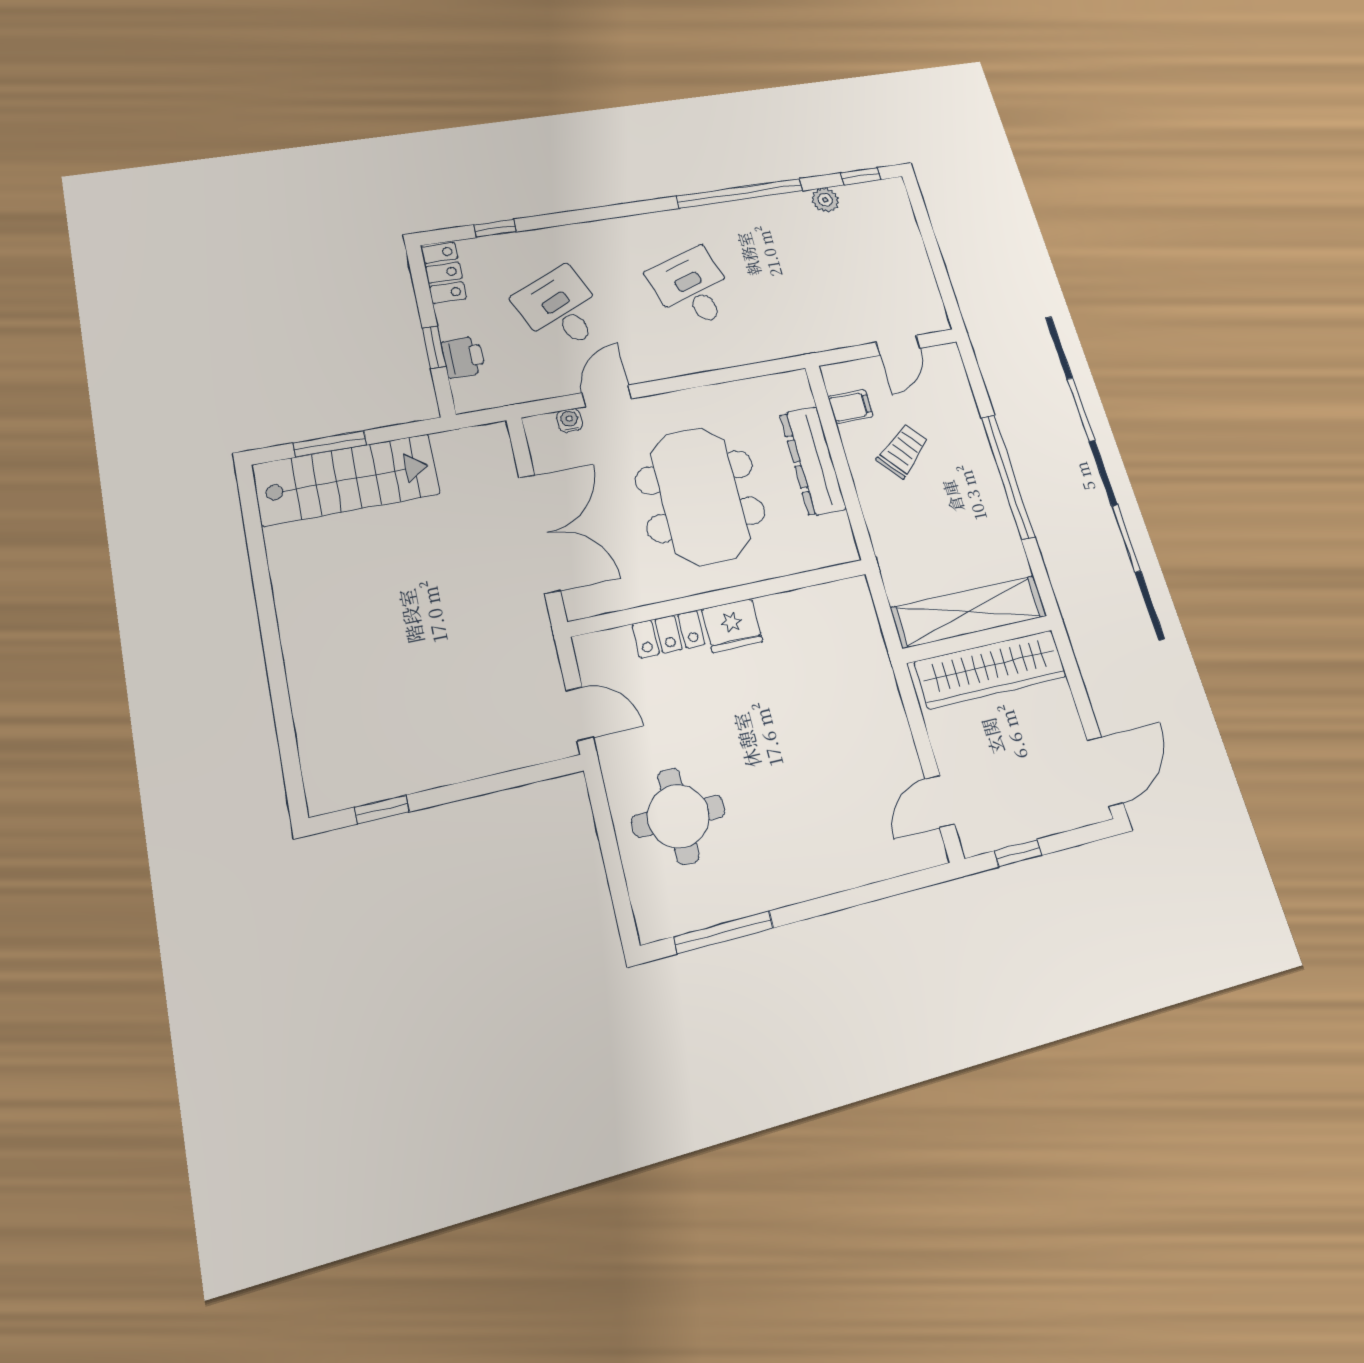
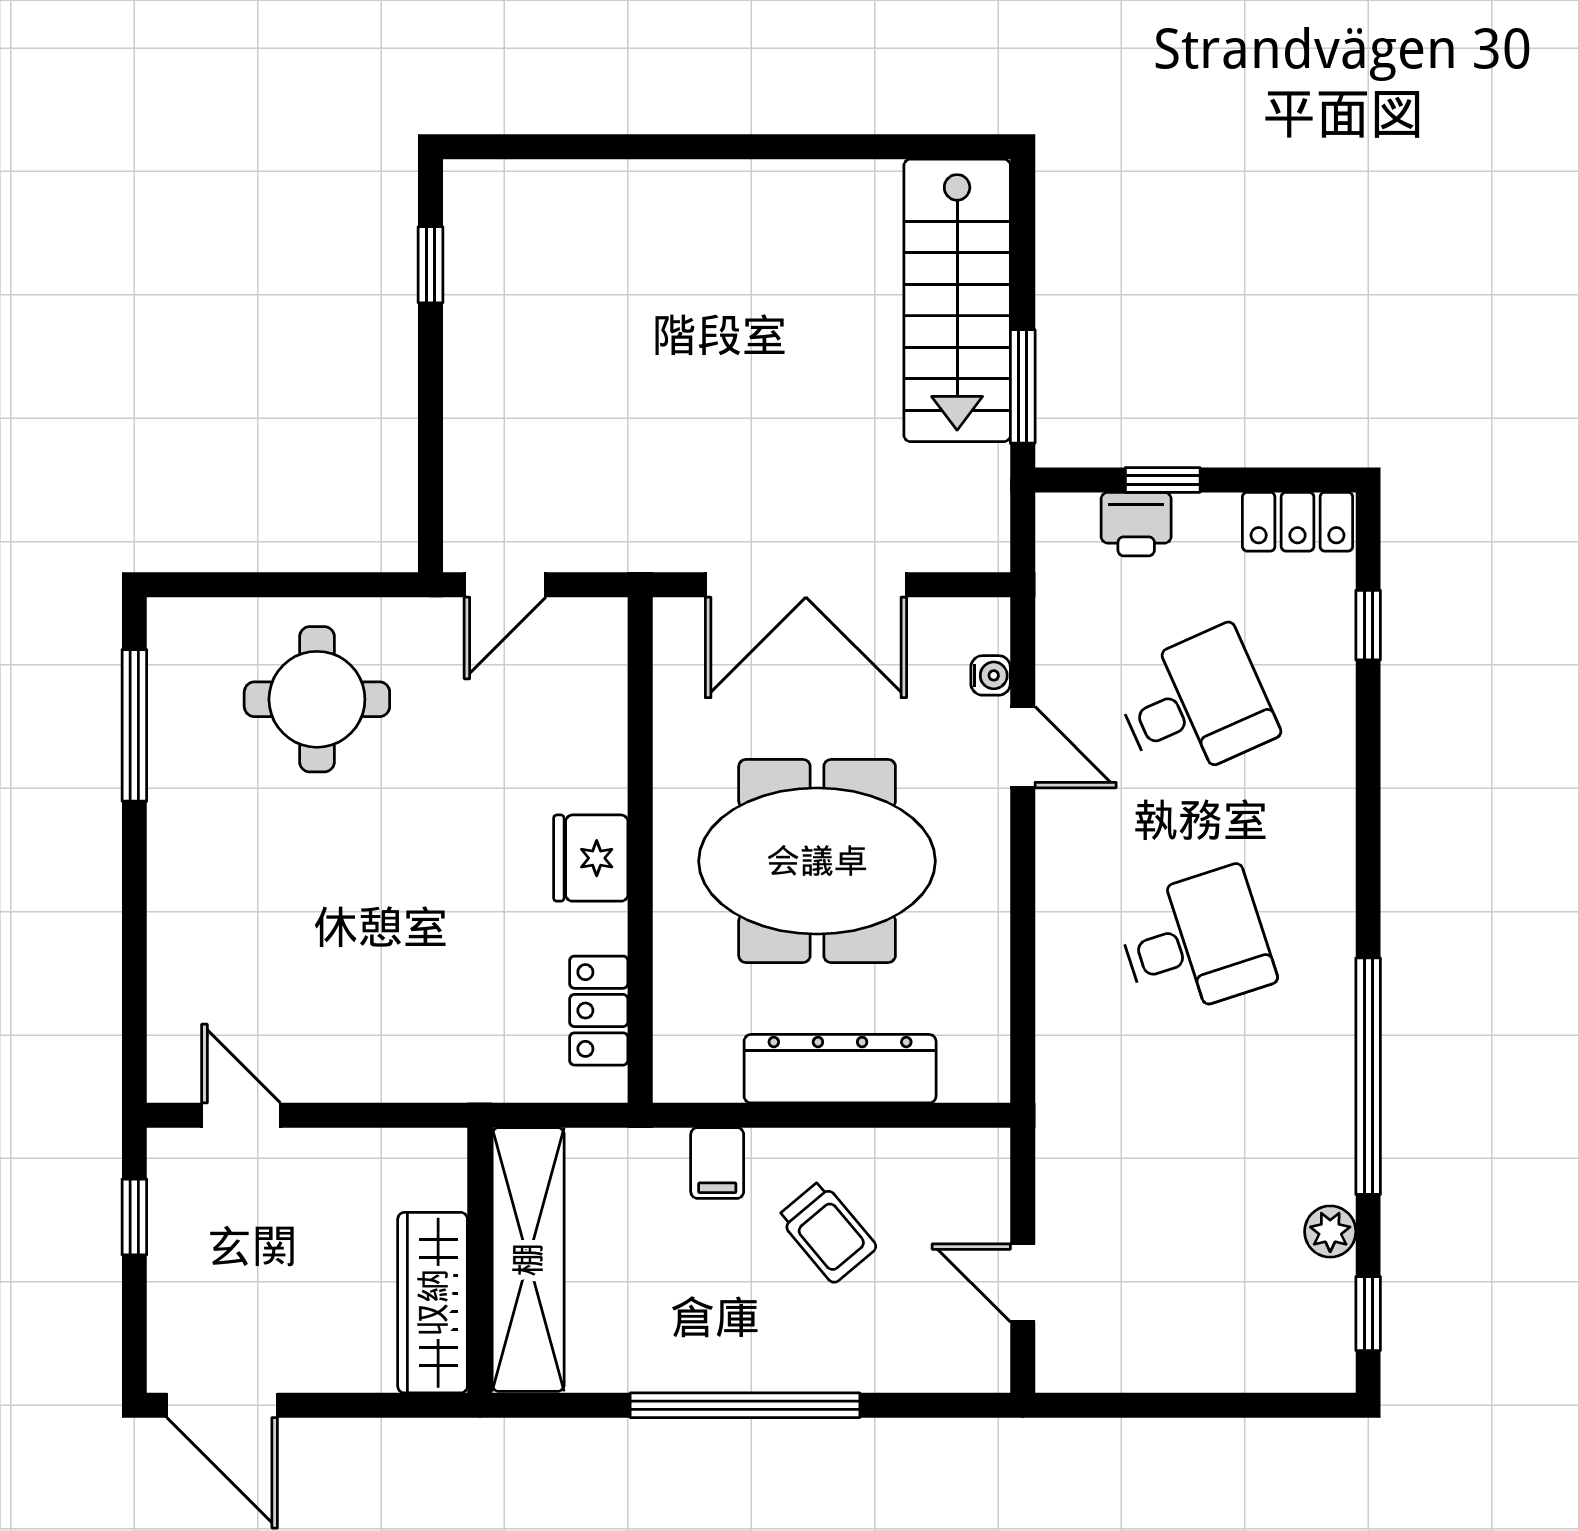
filing cabinet: (851, 407) -> (717, 1163), moved
window: (330, 444) -> (1023, 386), moved
locker: (669, 634) -> (599, 1011), moved
wardrobe: (991, 669) -> (433, 1303), width x0.71, depth x0.85

